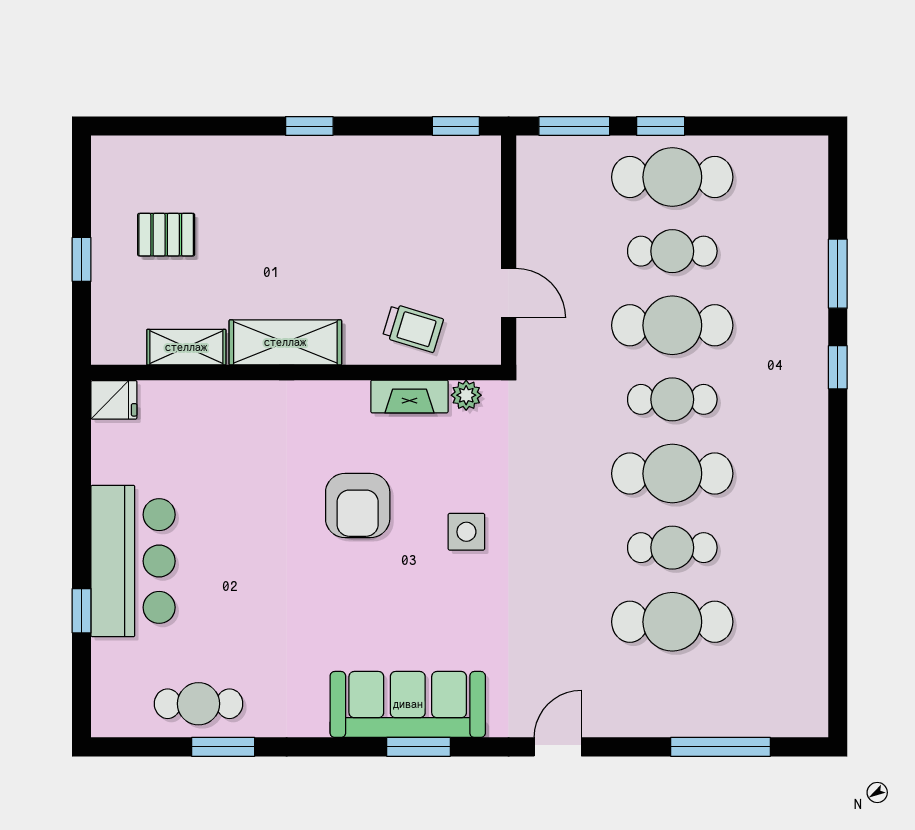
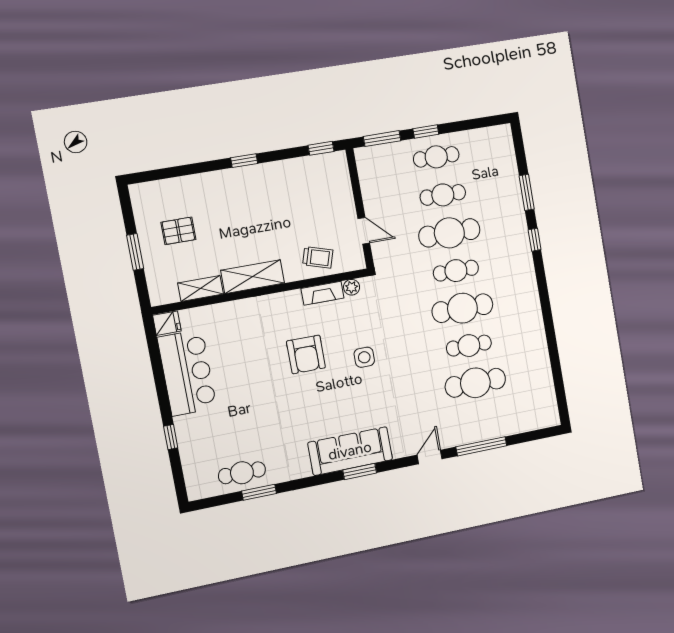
cafe table: (672, 177) -> (436, 157), width x0.73, depth x0.74
window: (82, 259) -> (135, 252), width x1.50
bar counter: (133, 561) -> (187, 373), moved
window: (721, 747) -> (481, 446), moved

